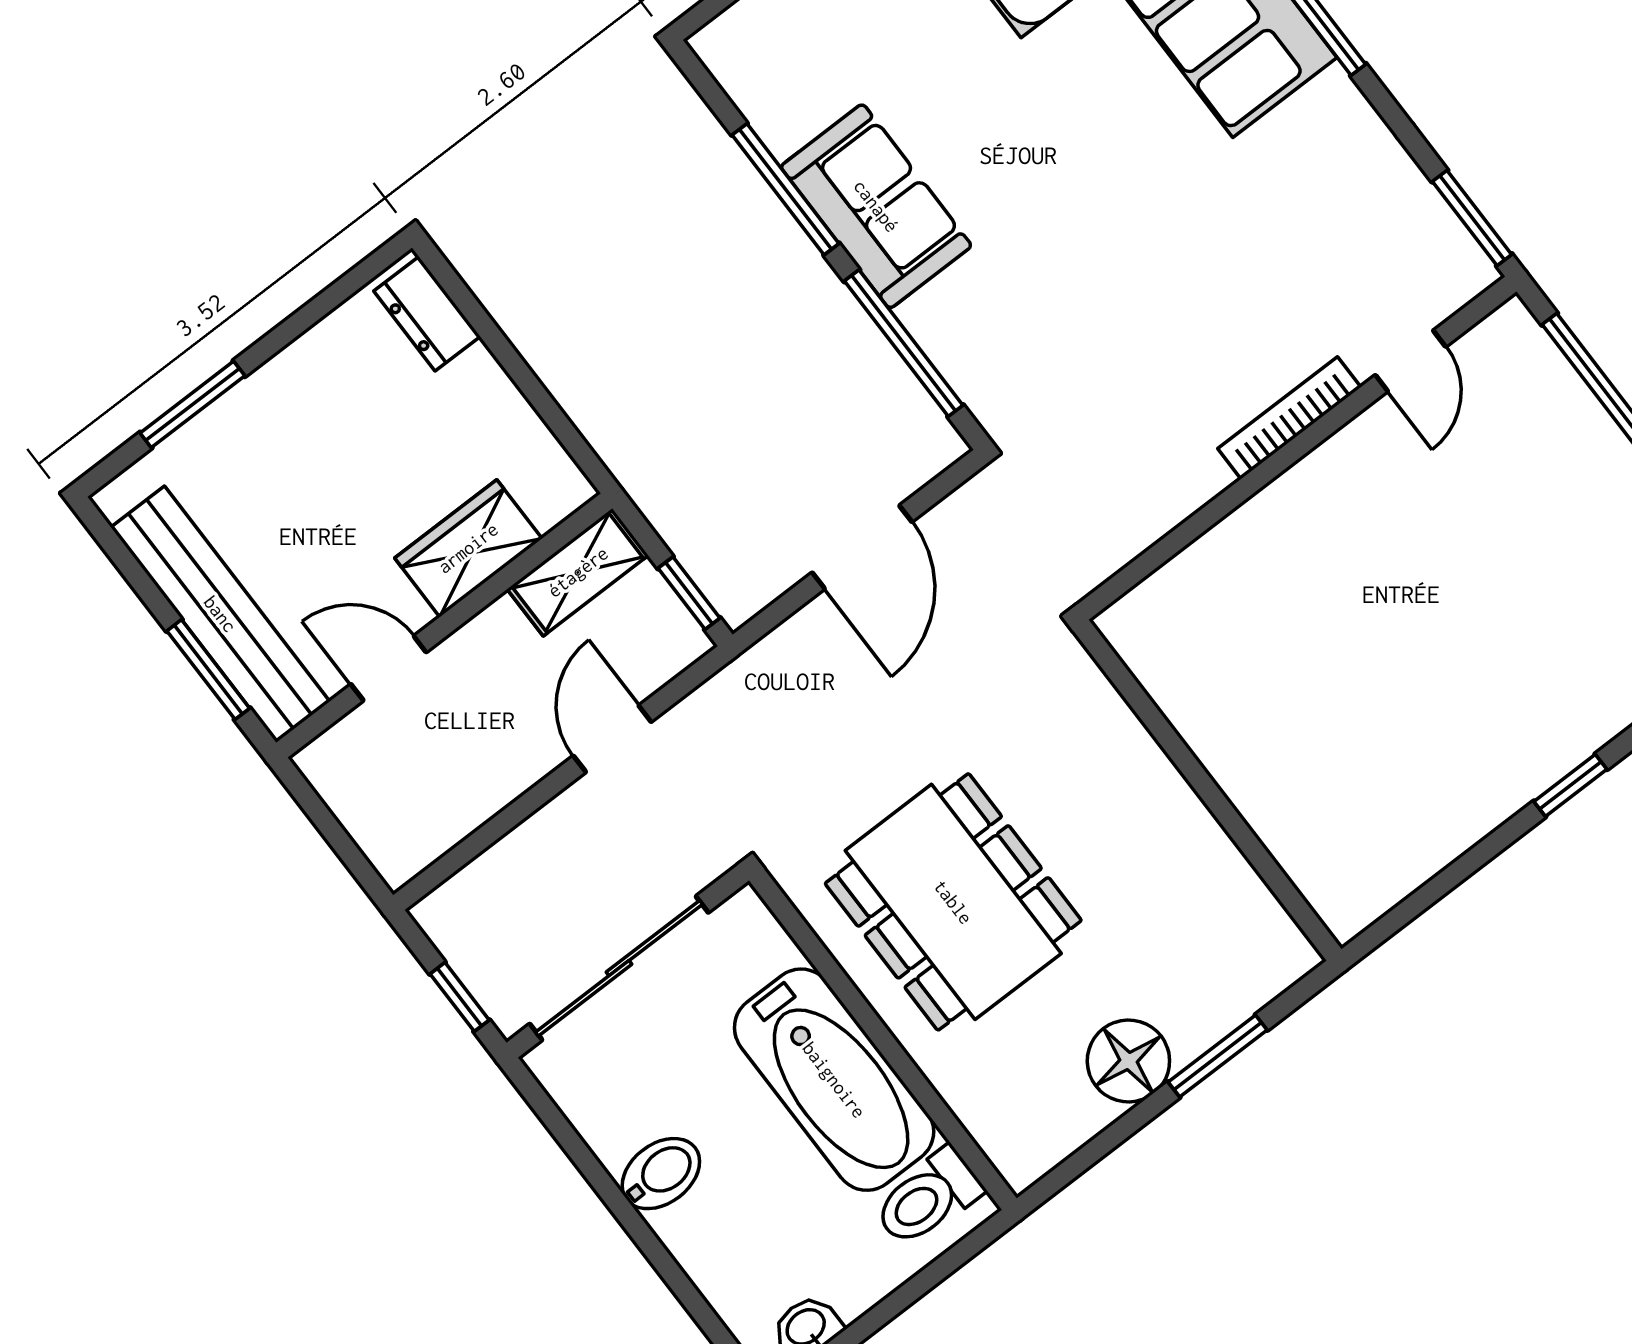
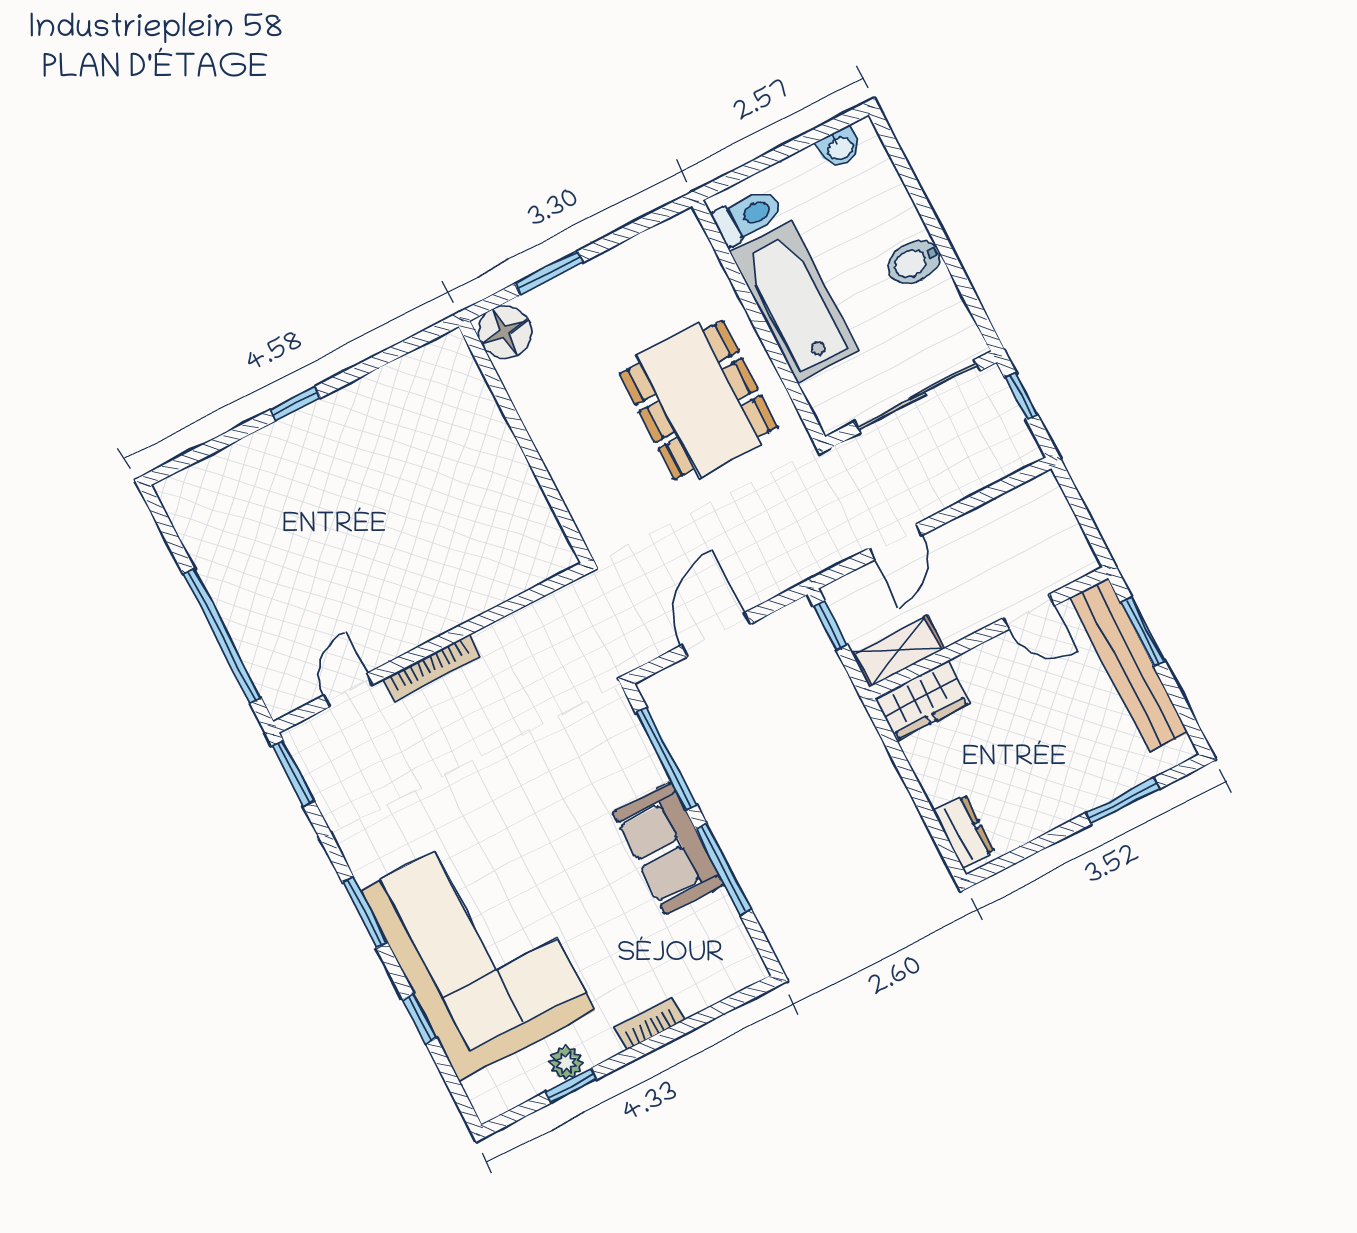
wardrobe: (468, 548) -> (922, 701), moved
floor lamp: (1128, 1061) -> (505, 332), moved

